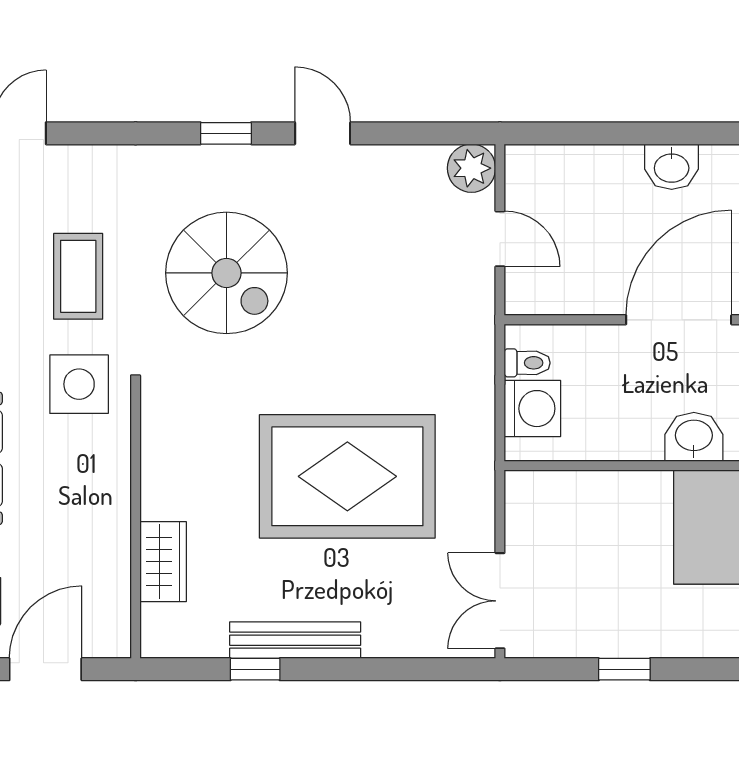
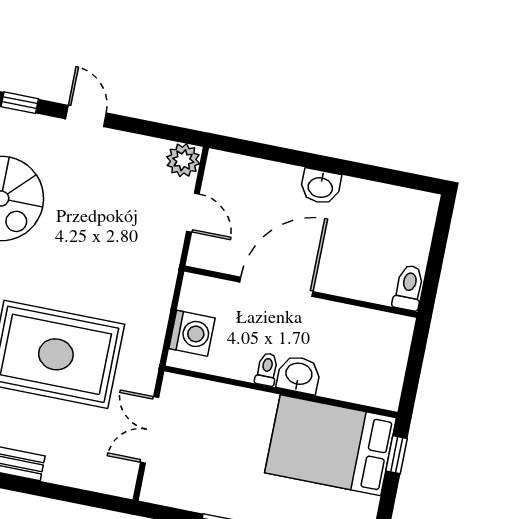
door: (679, 320) -> (276, 287), moved
toilet: (527, 363) -> (267, 369), moved, turned -90
double door: (500, 601) -> (150, 430), moved

